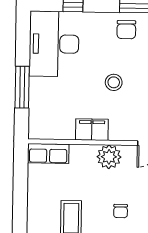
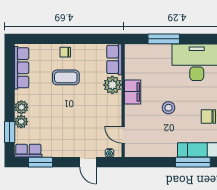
plant: (109, 157) -> (112, 85), moved
chair: (121, 211) -> (65, 52), moved

